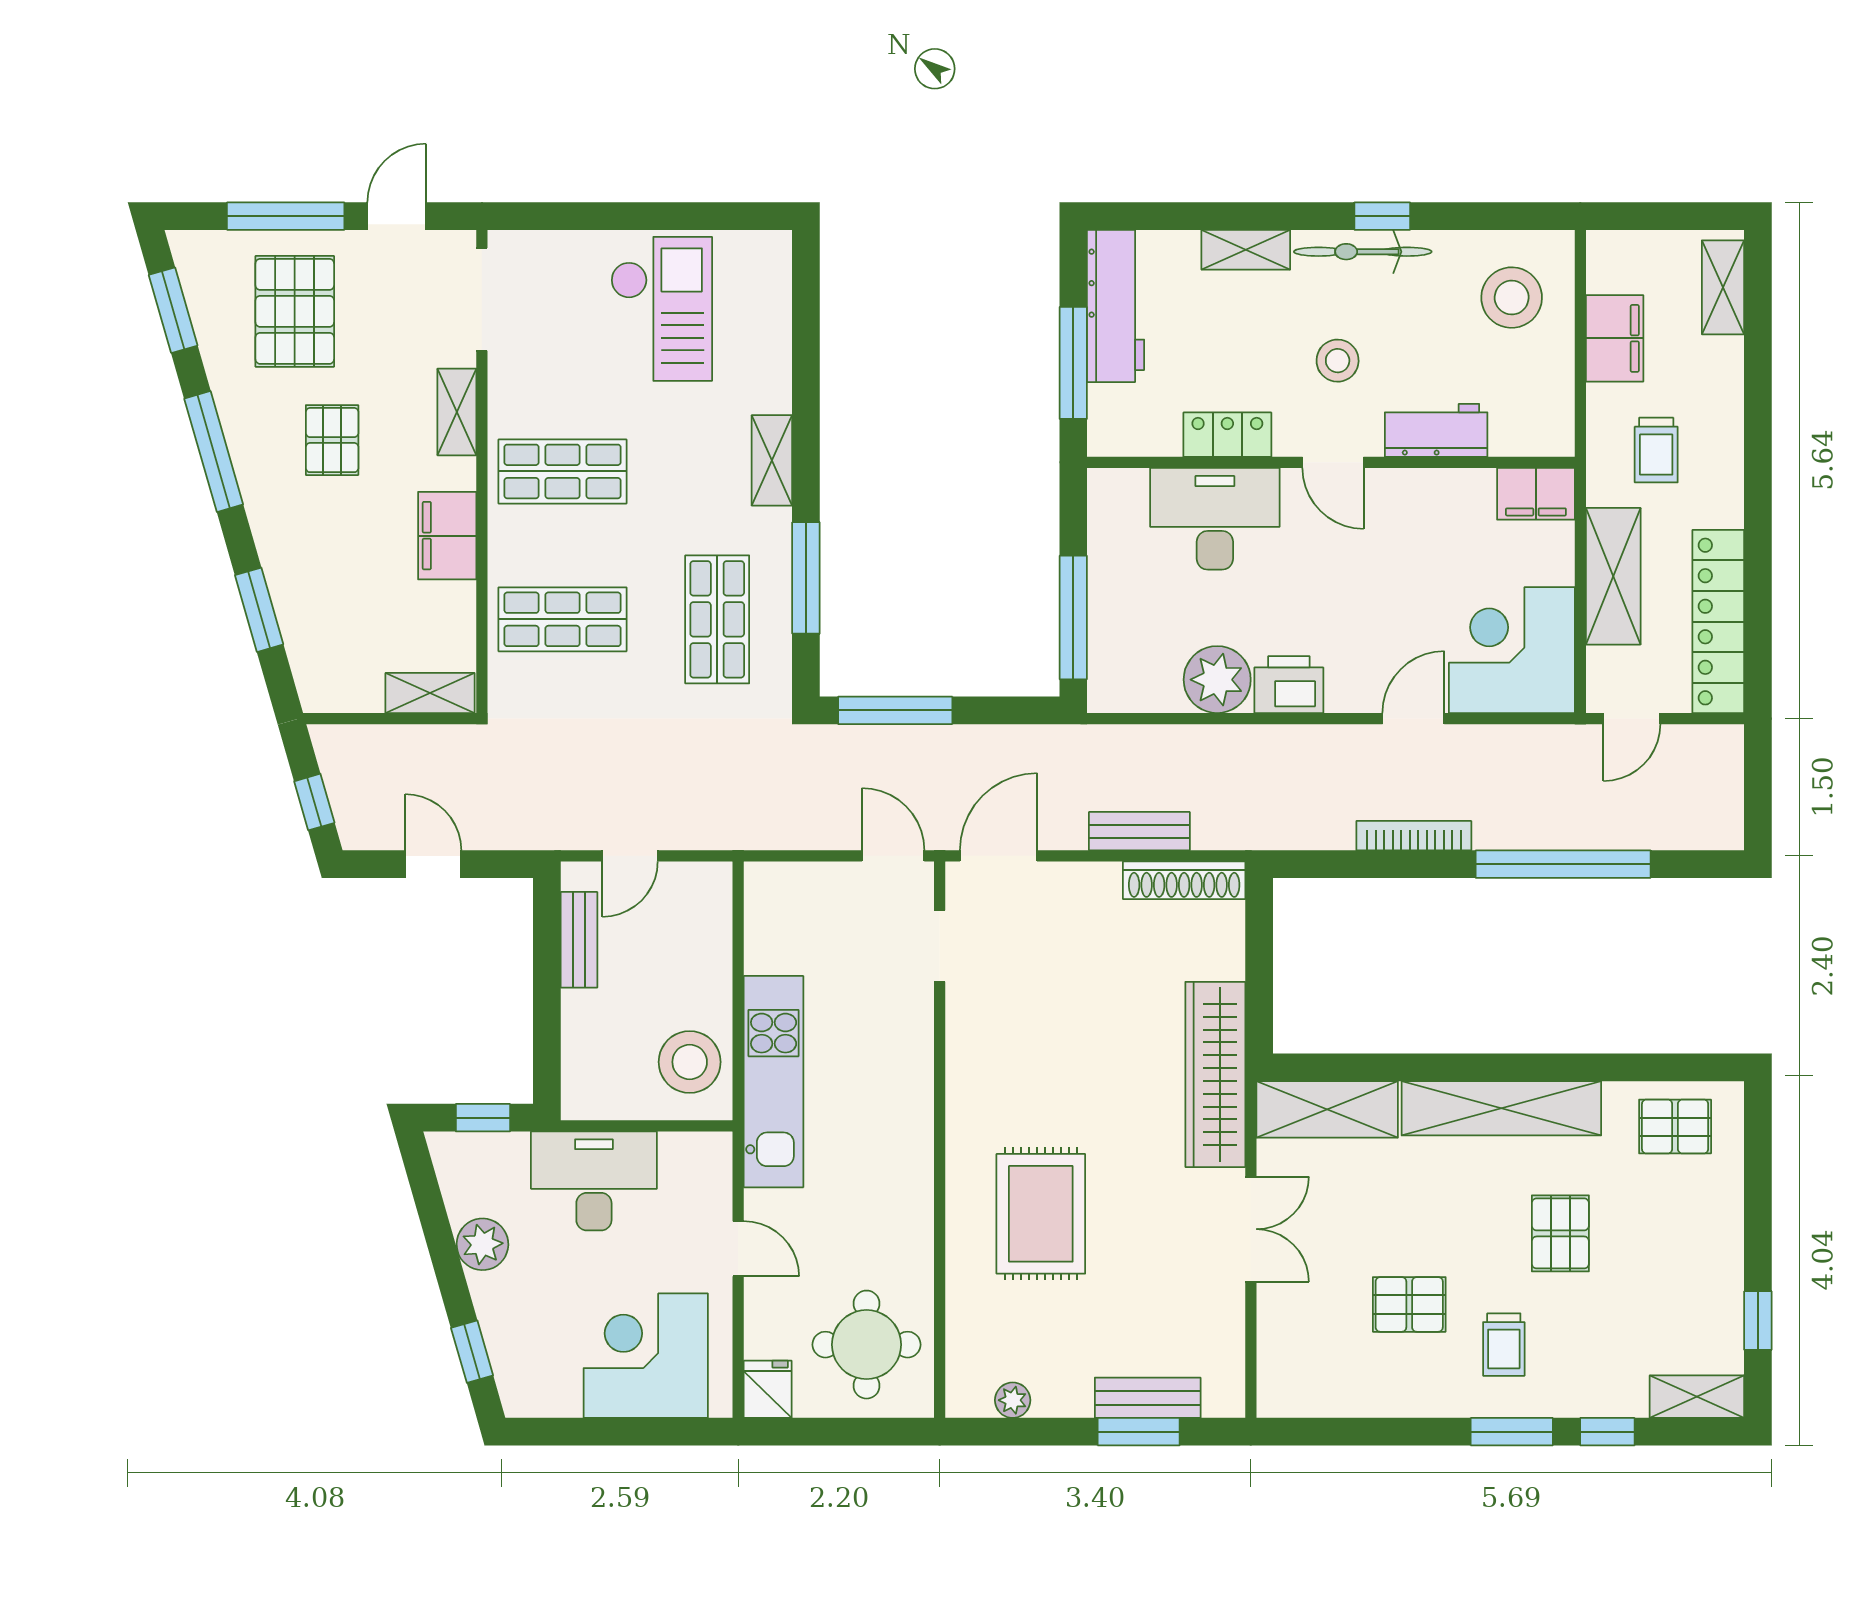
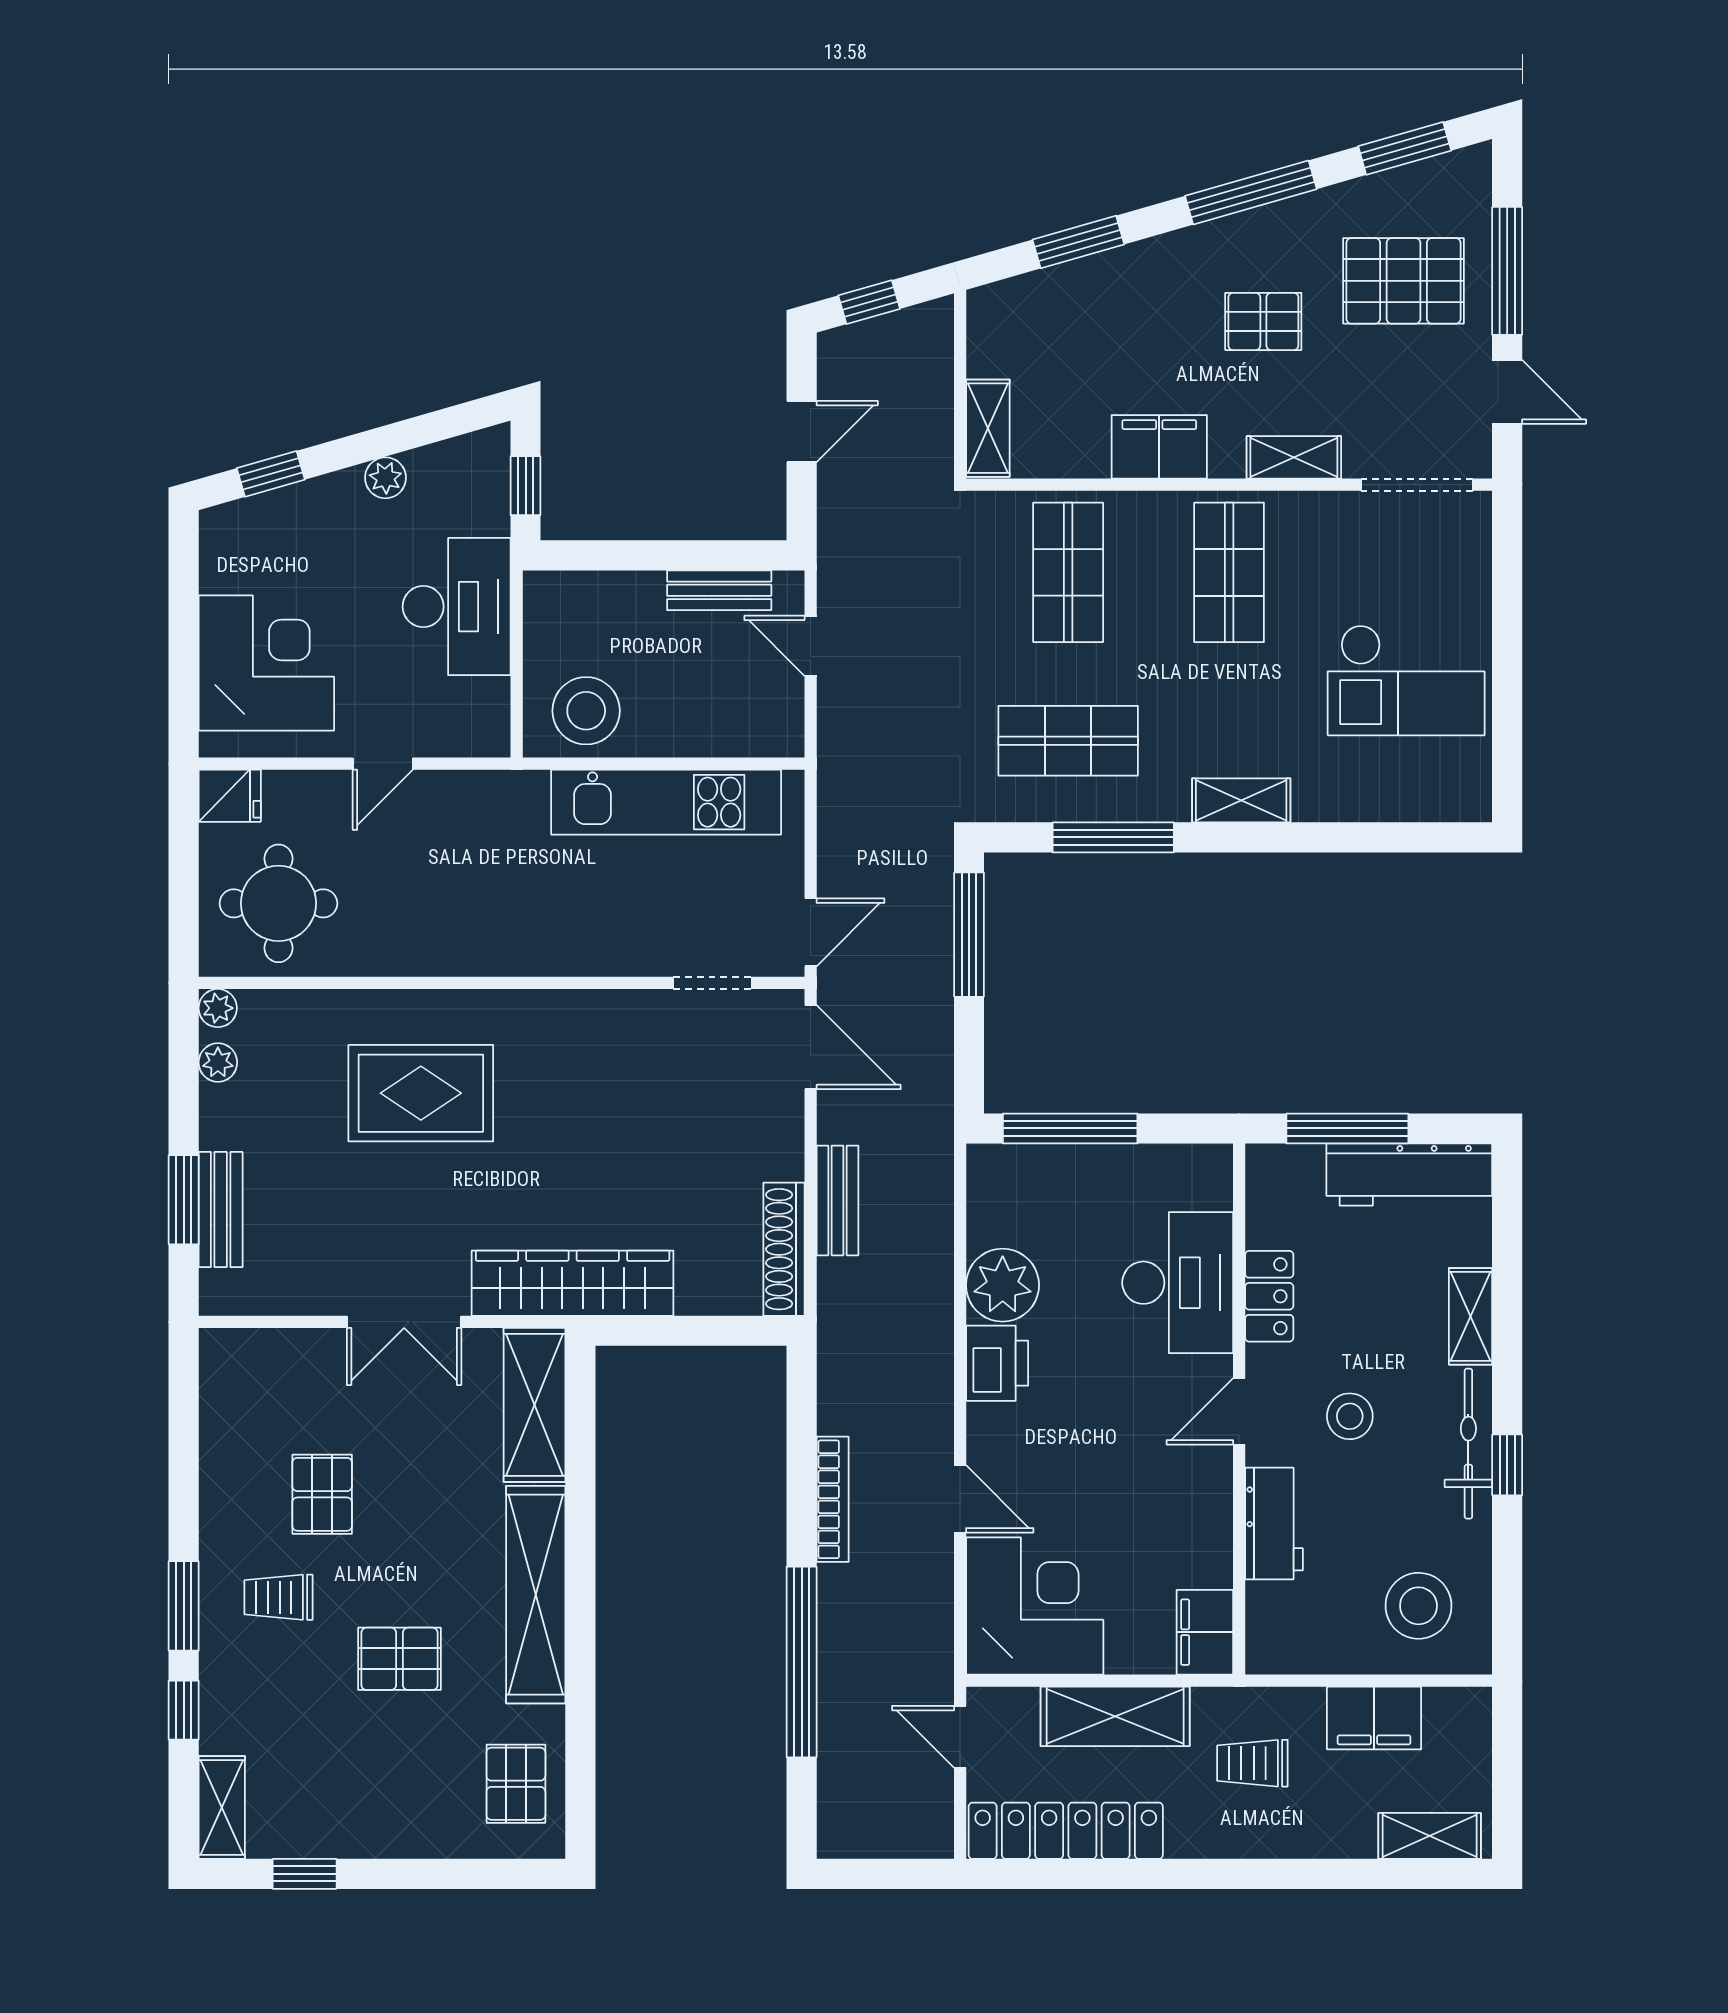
kitchen unit: (774, 1082) -> (666, 802), moved
plant: (482, 1244) -> (385, 478), width x0.73, depth x0.73
plant: (963, 1400) -> (218, 1008), added

